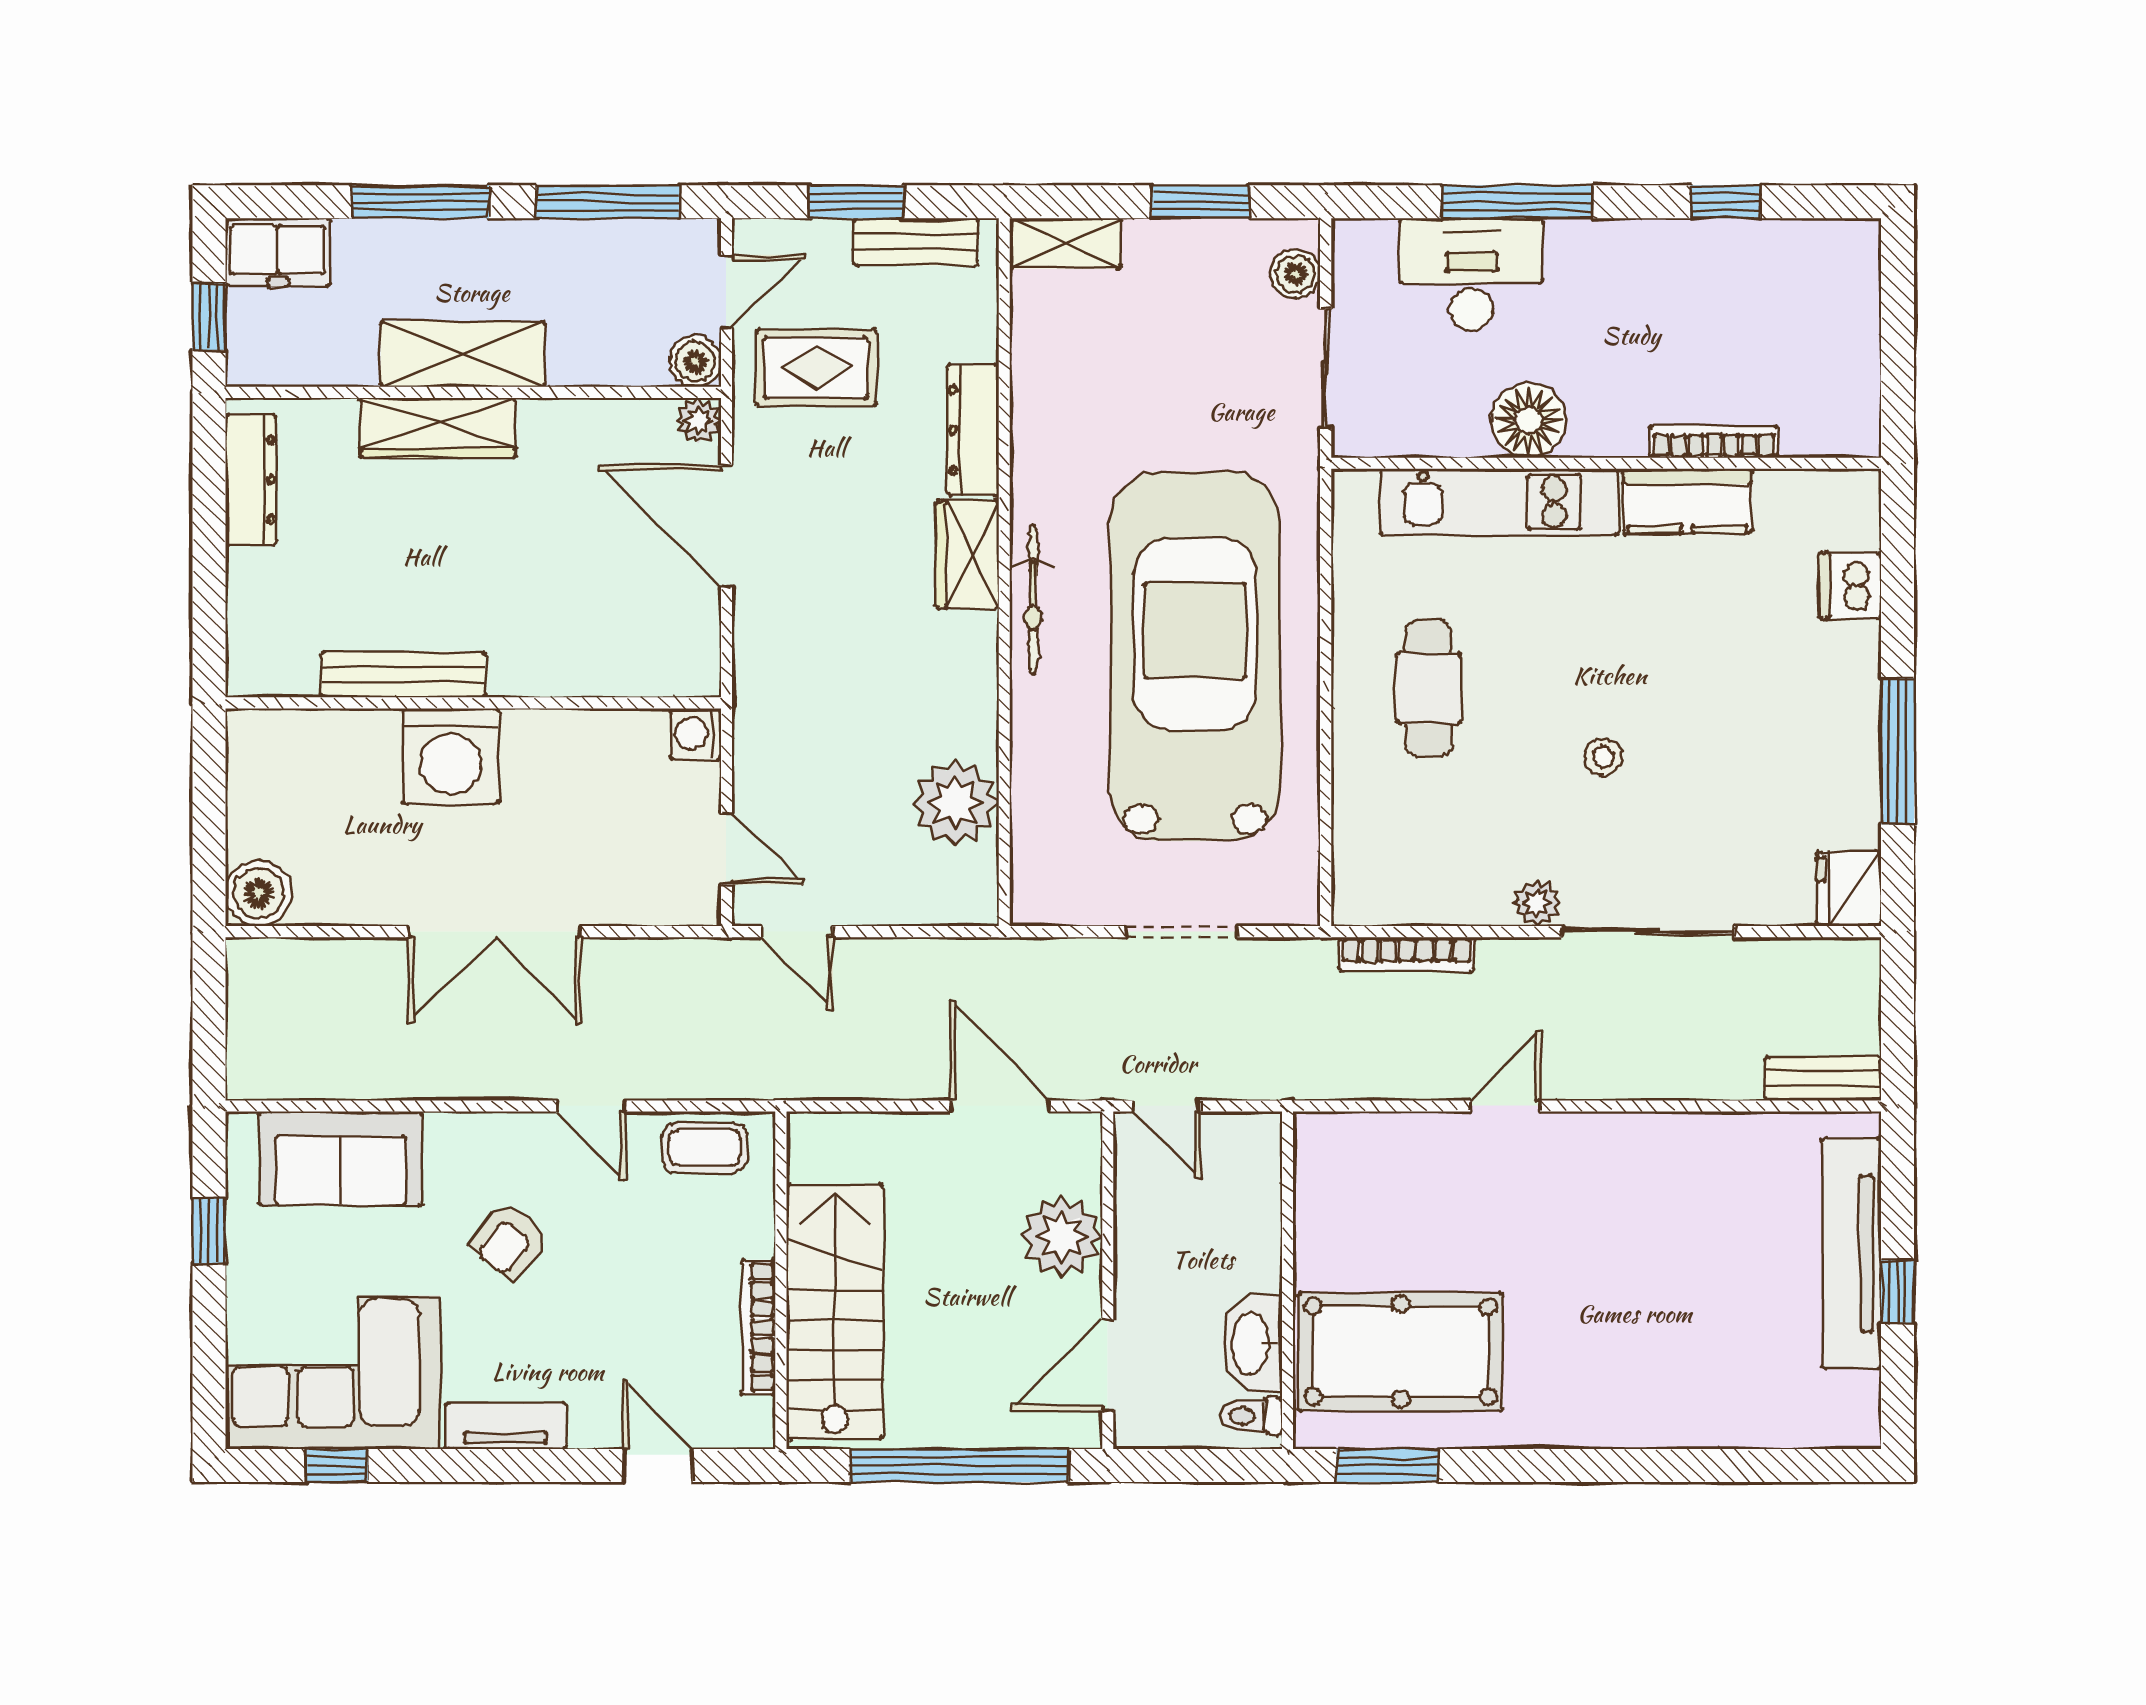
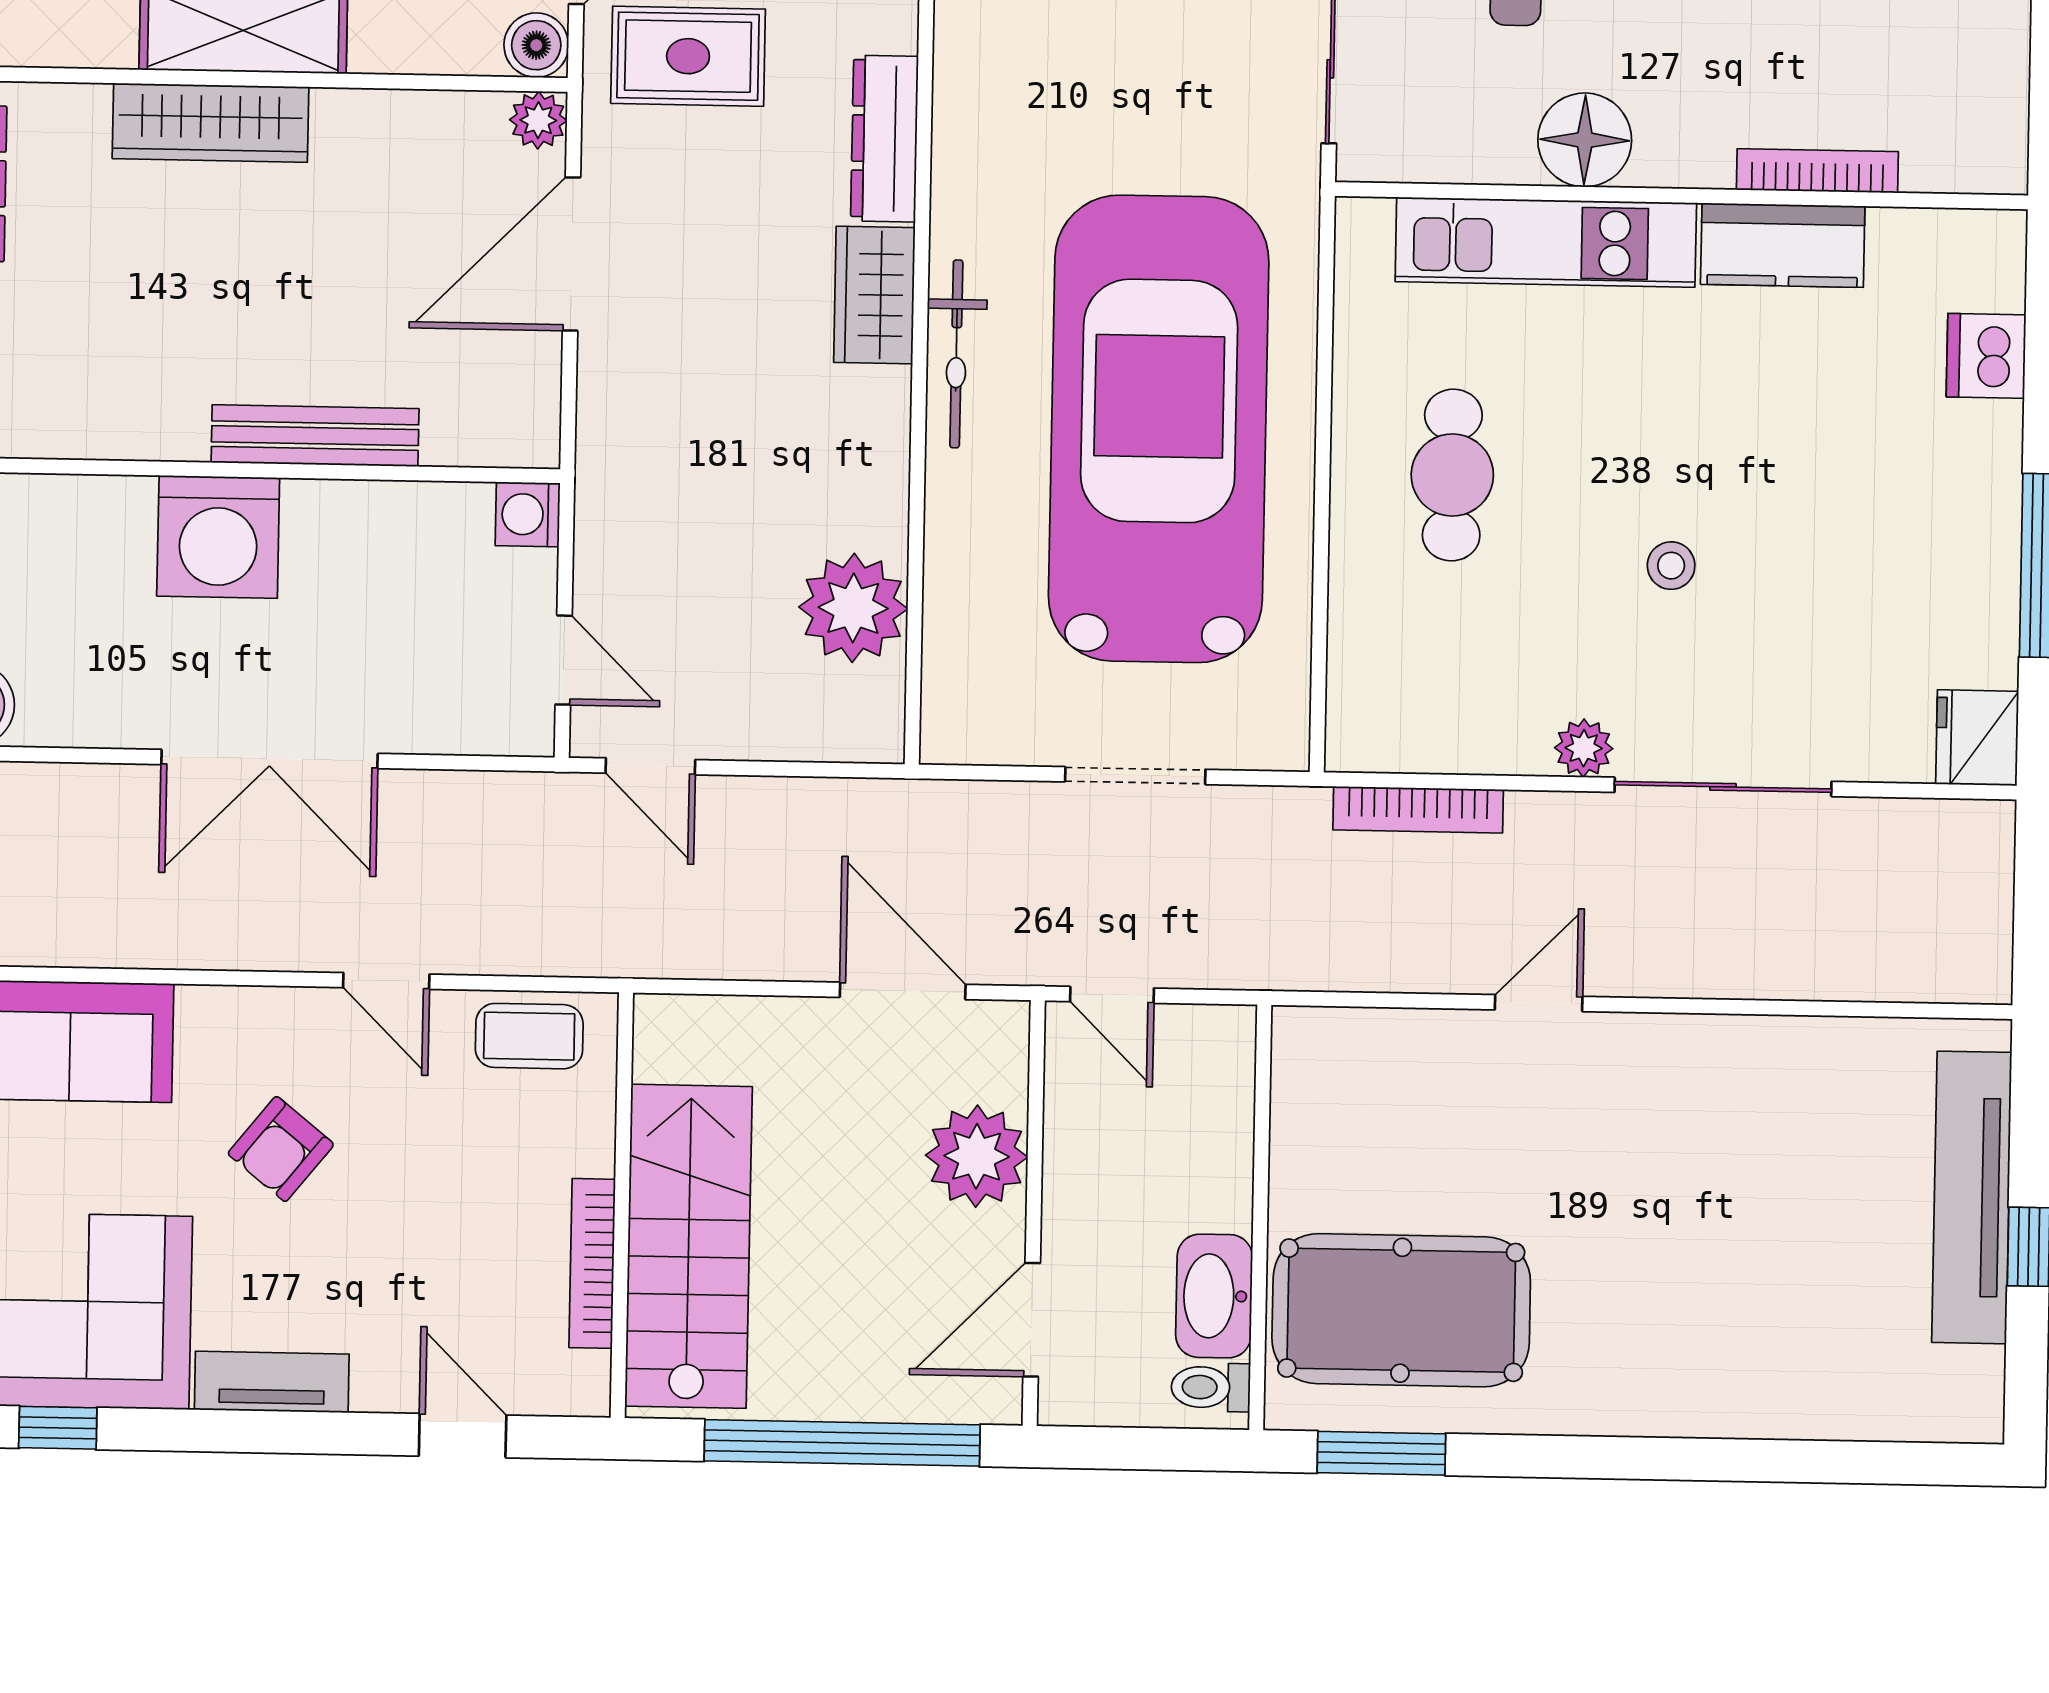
door: (726, 526) -> (571, 254), hinge flipped
bench: (403, 674) -> (315, 436), moved
bench: (1823, 1078) -> (1940, 976), removed

